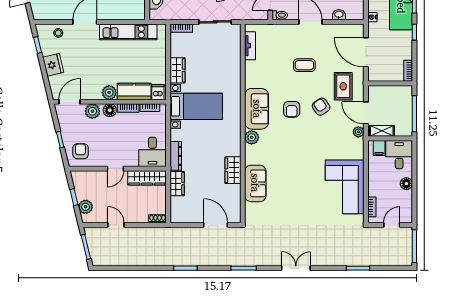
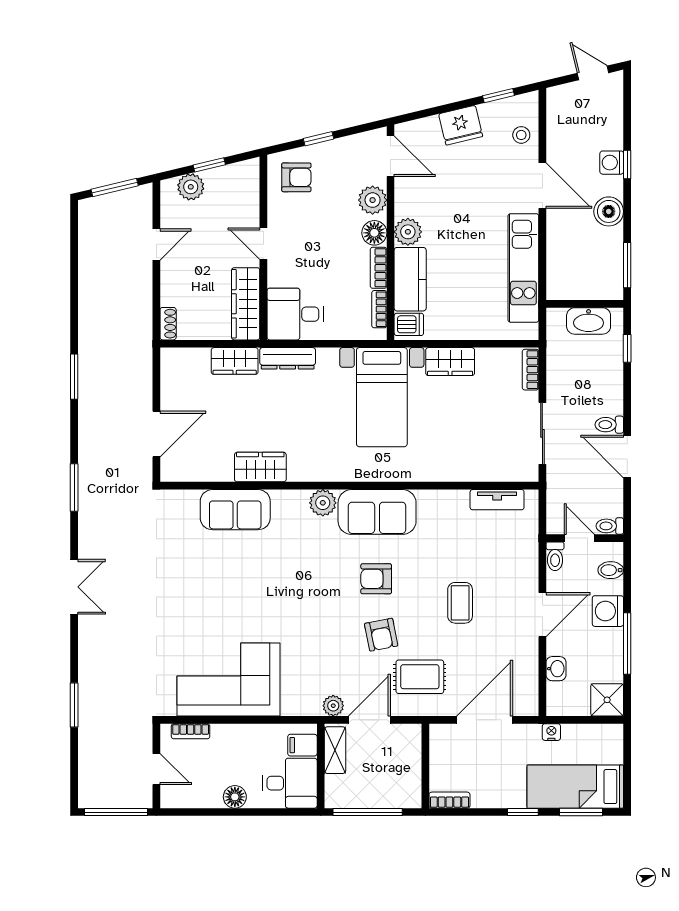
armchair: (321, 107) -> (381, 635), turned 114

